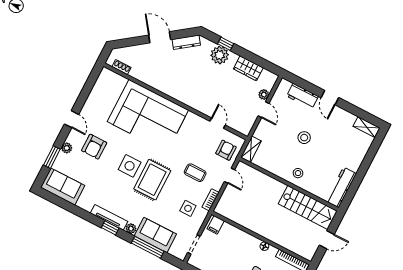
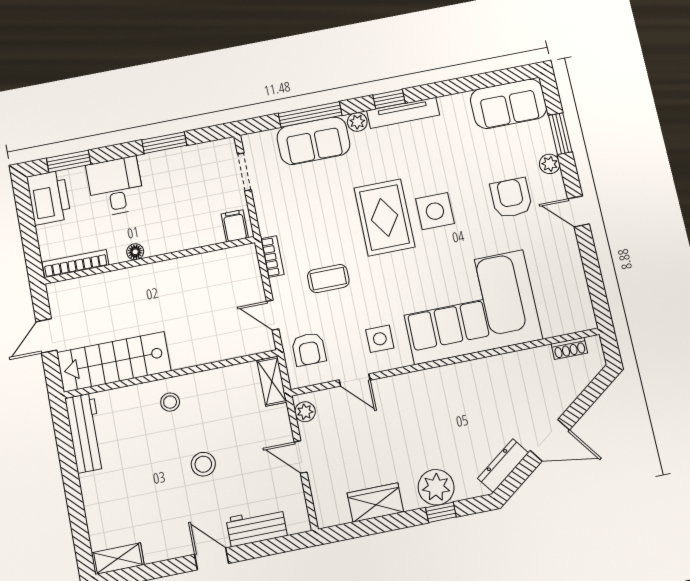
plant: (264, 95) -> (305, 412), moved
side table: (188, 208) -> (380, 339), moved

